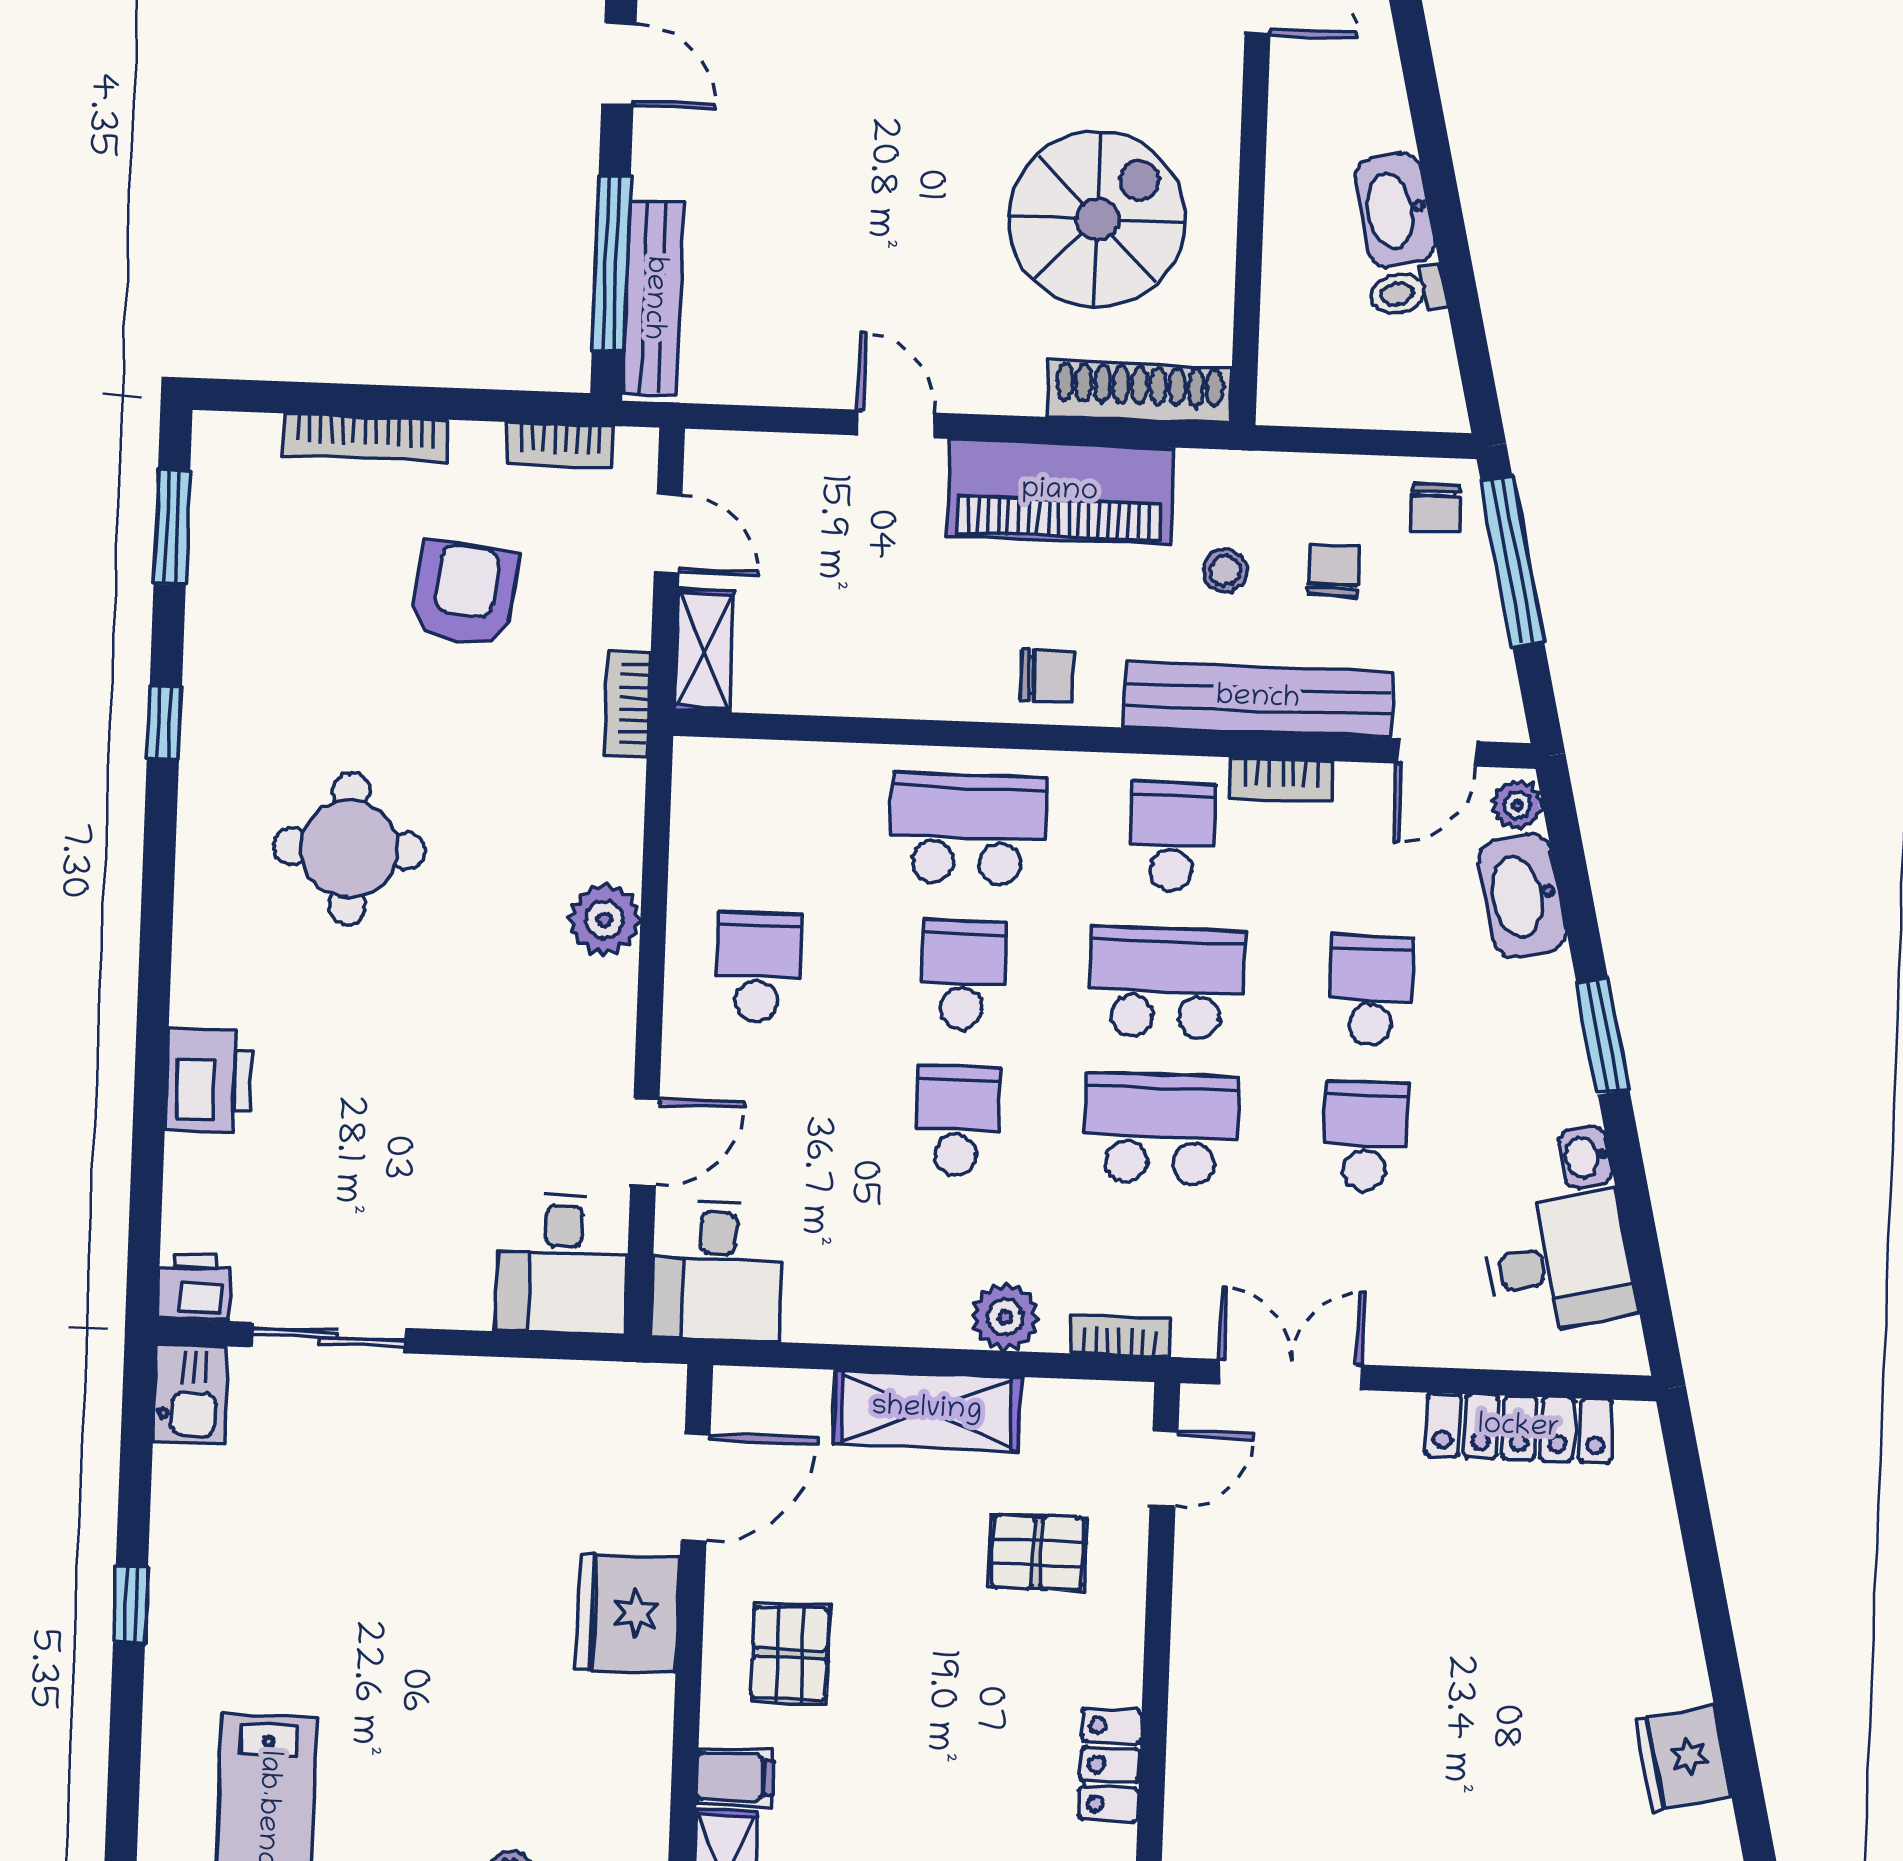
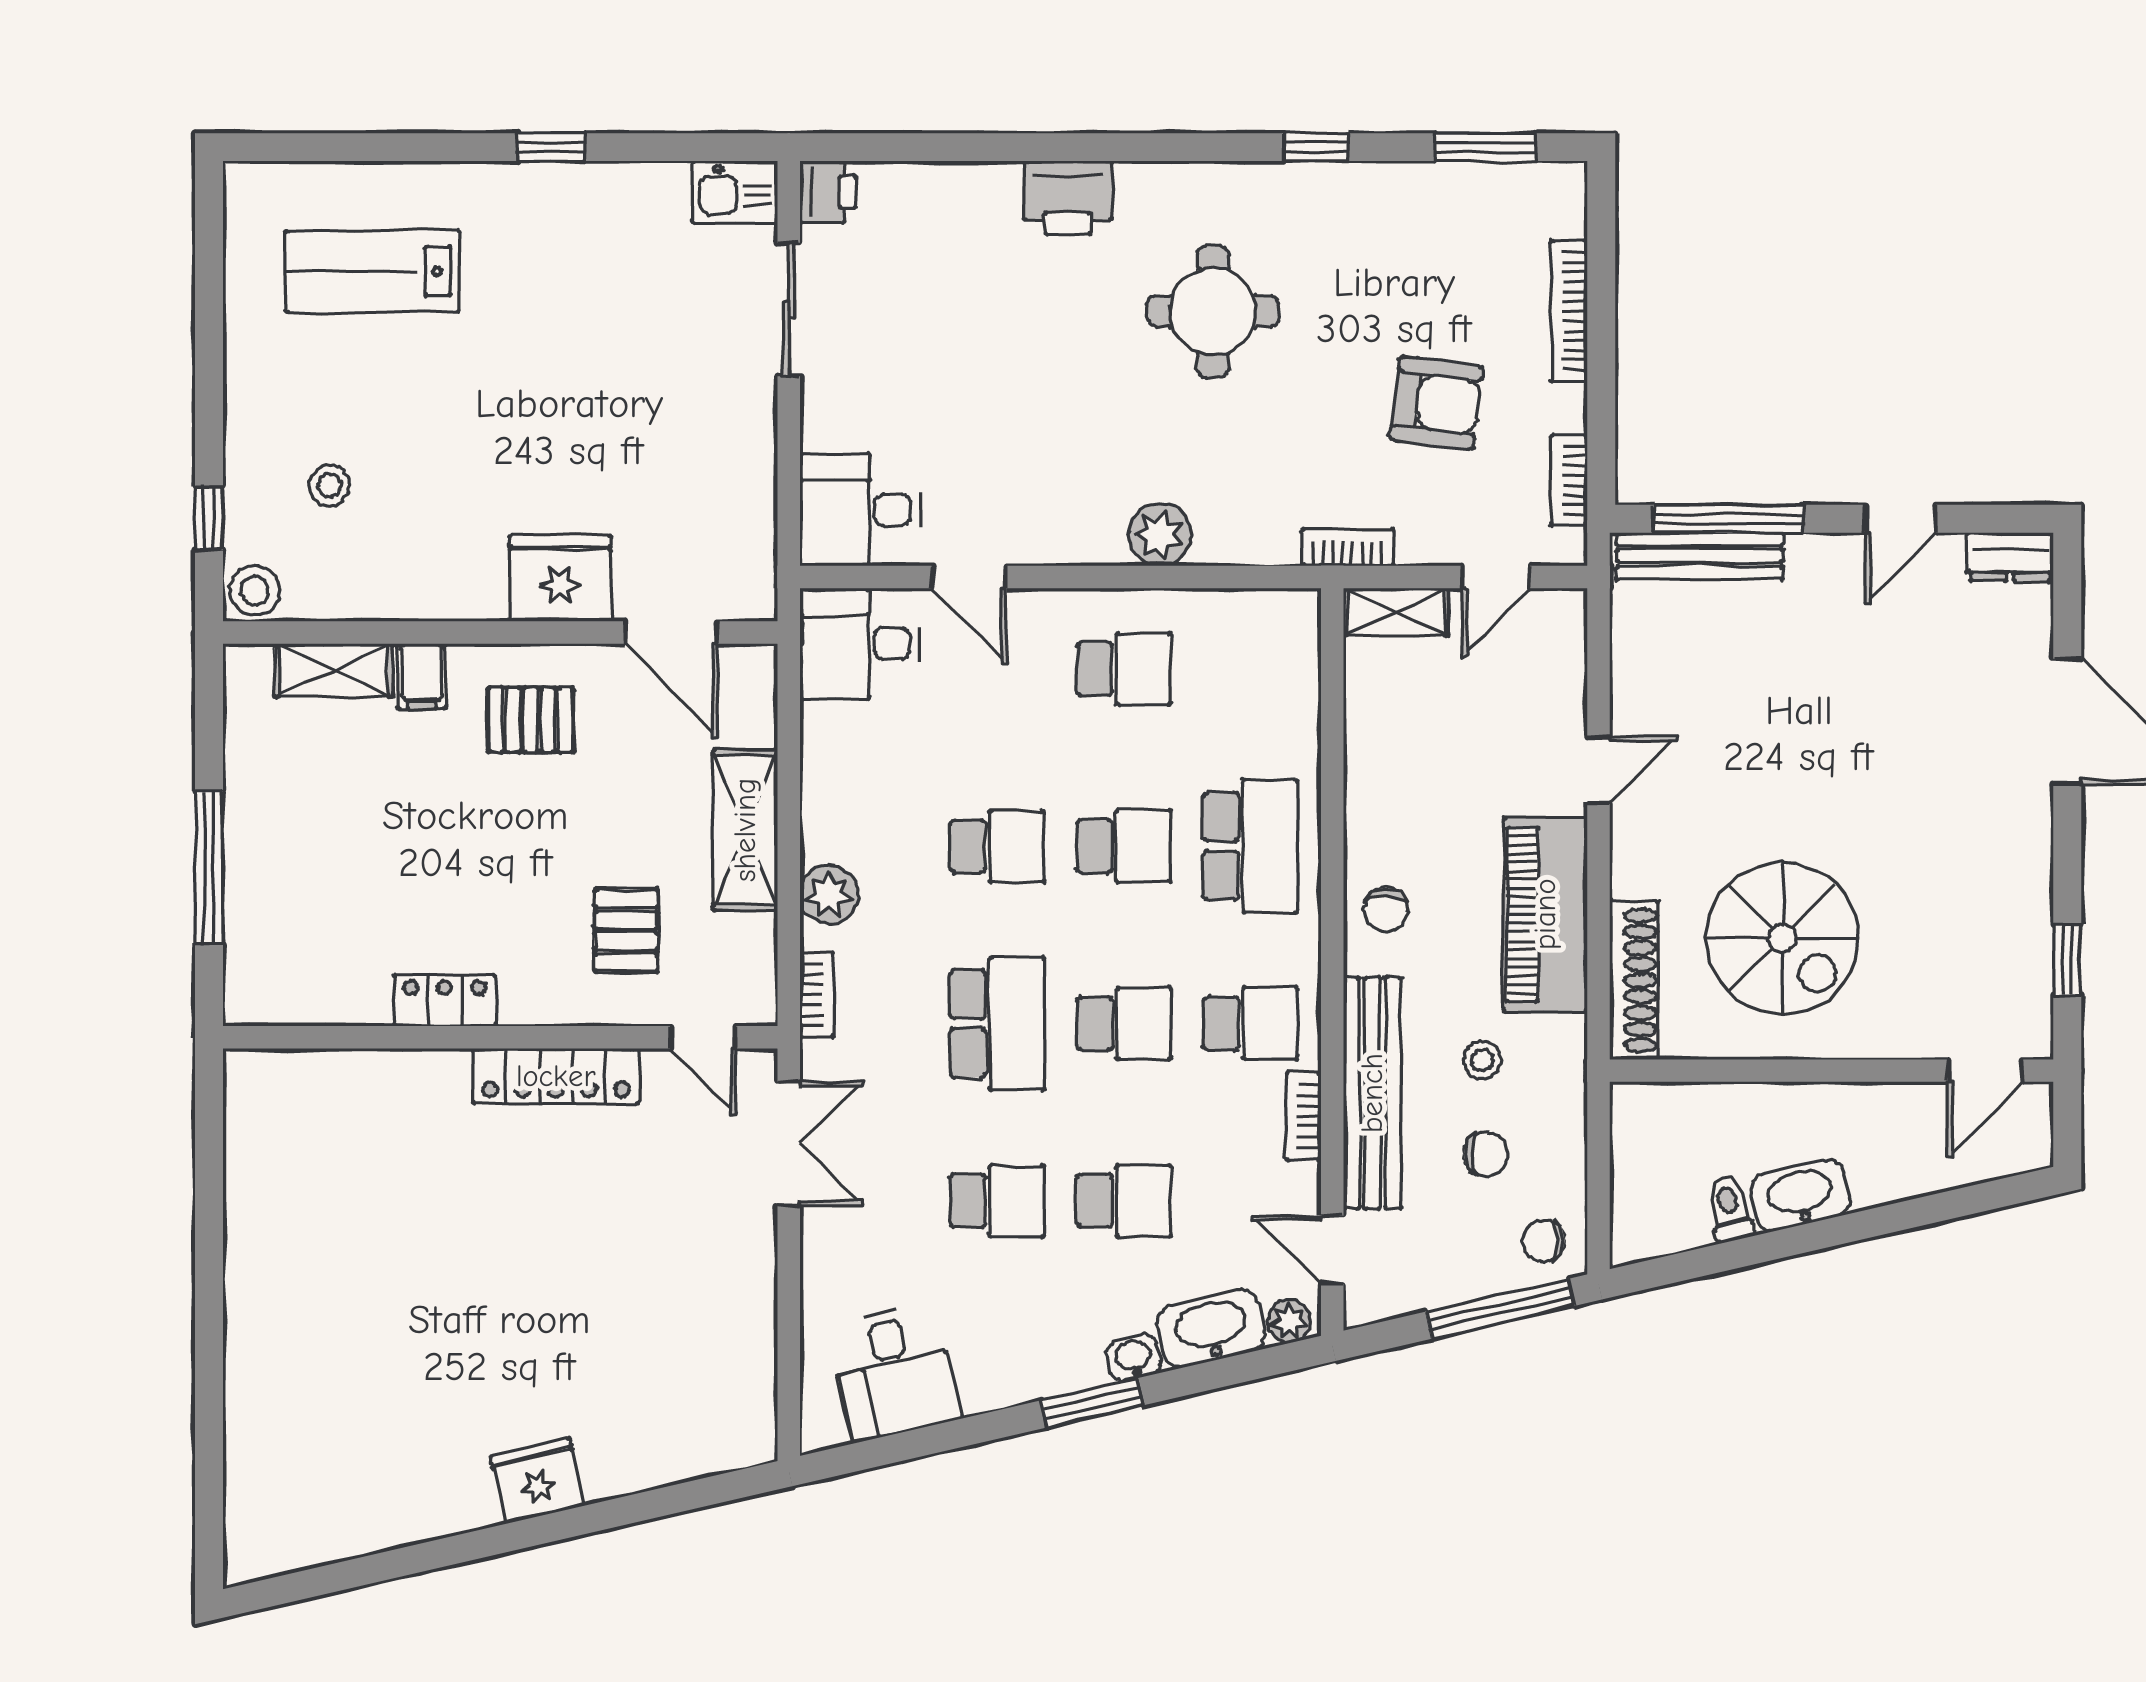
school desk: (1167, 983) -> (1124, 1023), width x0.54
printer: (209, 1080) -> (1068, 198), moved
washbasin: (1585, 1157) -> (1134, 1358), moved
locker: (1519, 1428) -> (556, 1076), moved, turned -90
fridge: (1683, 1758) -> (537, 1481), moved

